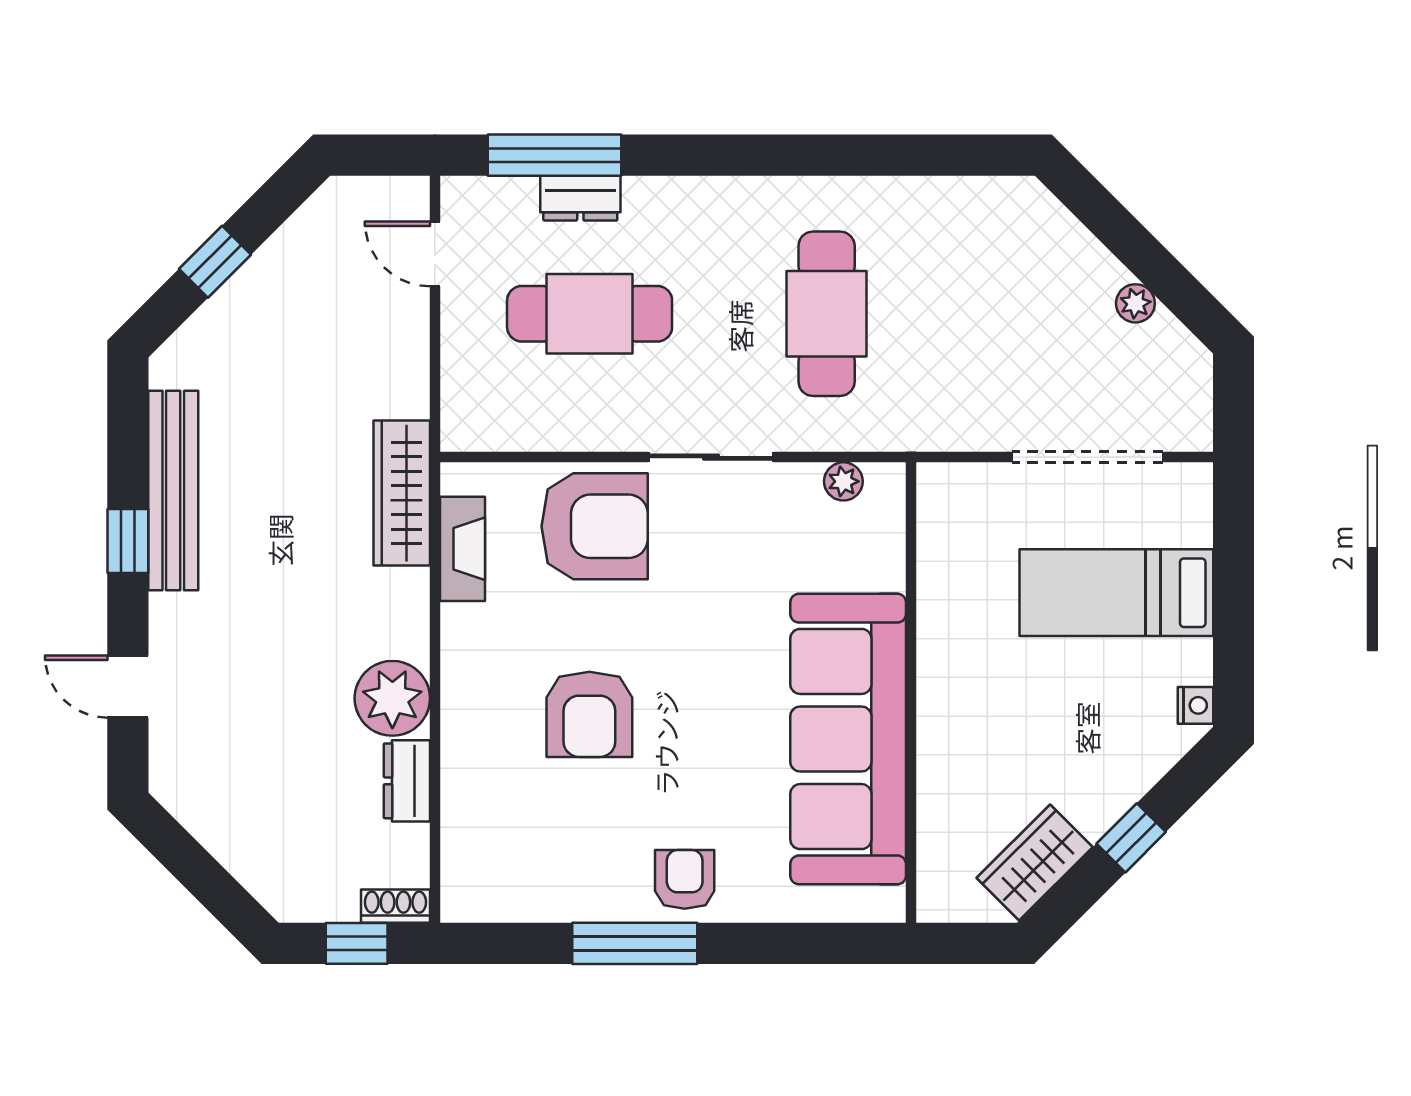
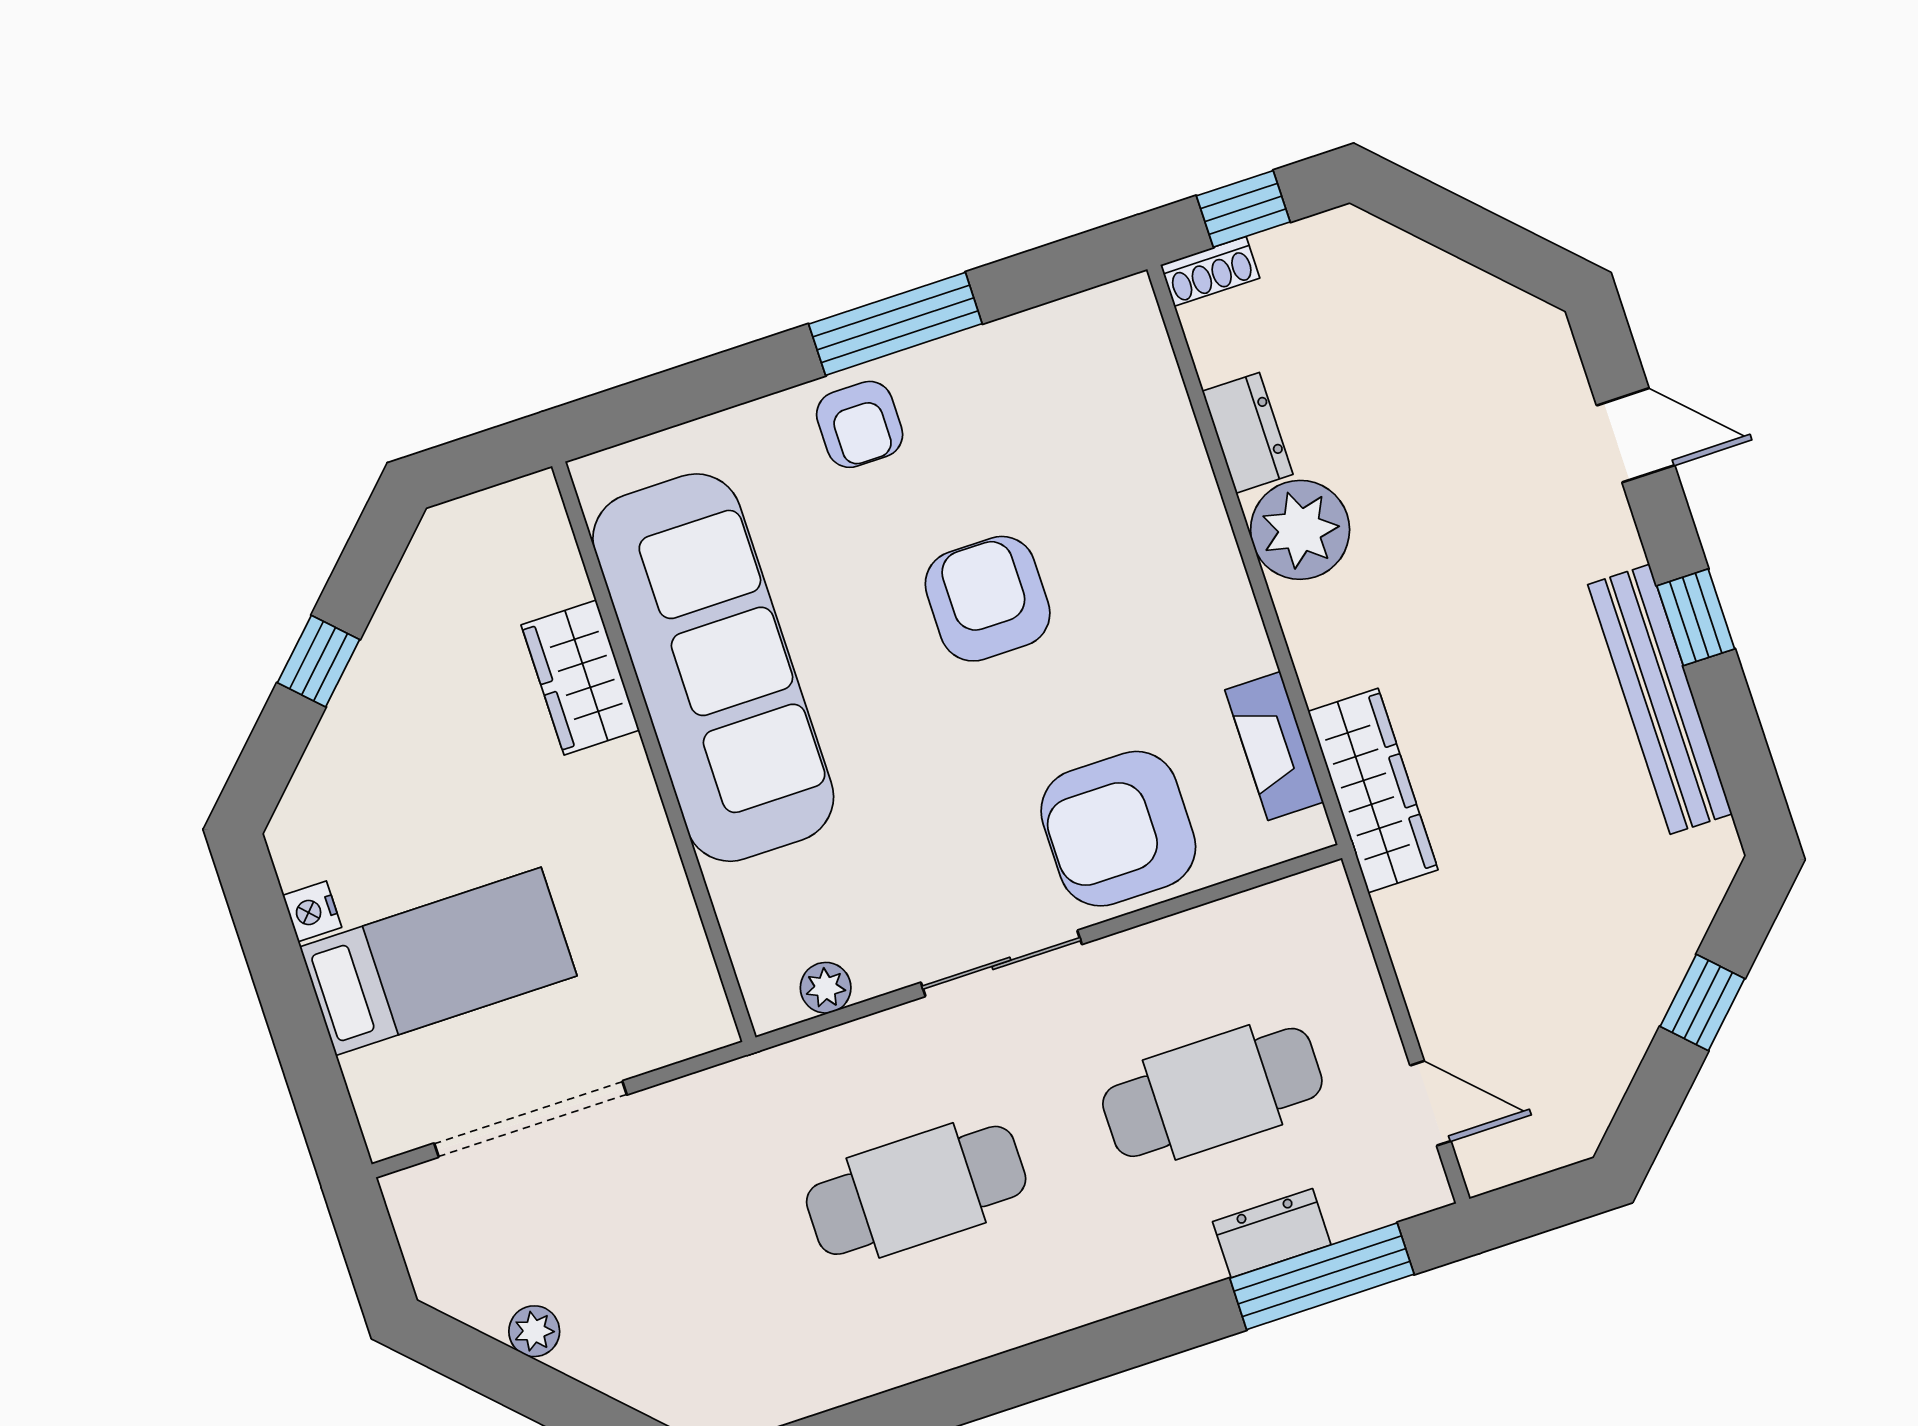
cafe table: (827, 314) -> (916, 1190), turned 90
nightstand: (1195, 705) -> (312, 911), moved
armchair: (589, 714) -> (988, 599), moved
wardrobe: (1035, 863) -> (580, 677), moved, turned 135

